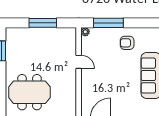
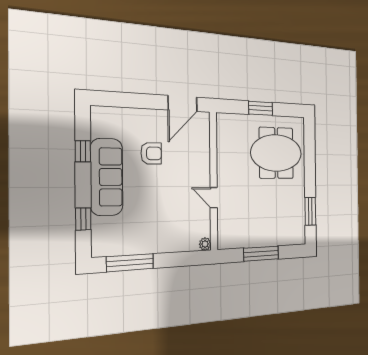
window: (108, 23) -> (130, 263), moved
armchair: (127, 43) -> (151, 153), moved

